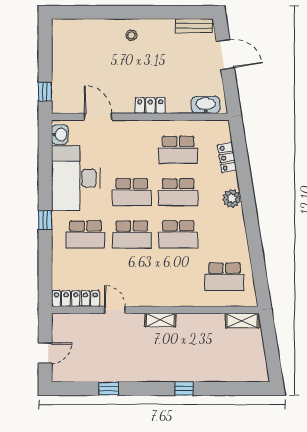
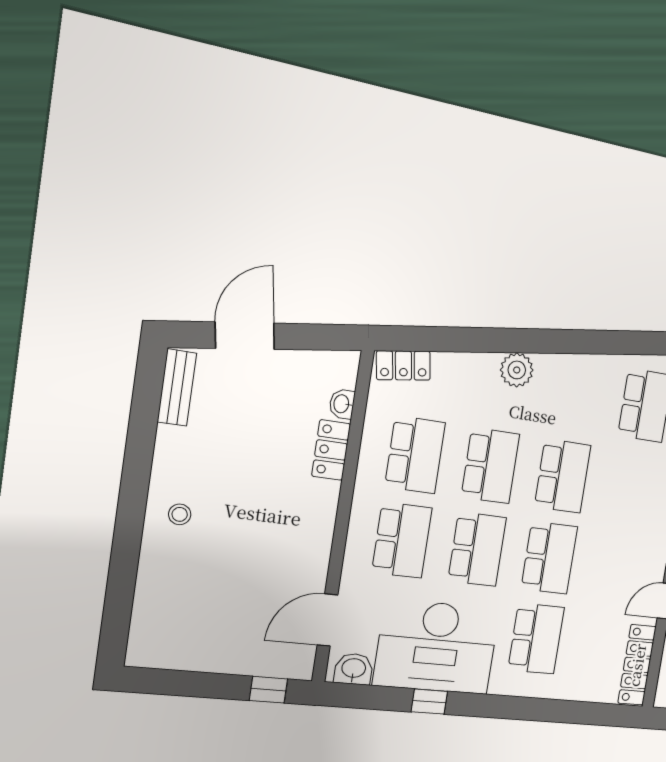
washbasin: (206, 105) -> (342, 404), width x0.52, depth x0.69
locker: (150, 106) -> (331, 450), moved
door: (98, 117) -> (327, 620), moved
school desk: (132, 150) -> (402, 540), added
locker: (227, 158) -> (403, 366), moved
window: (45, 220) -> (429, 702), moved

